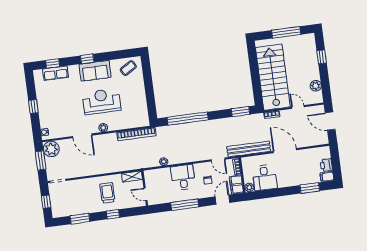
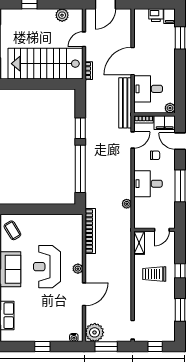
window: (241, 112) -> (80, 128), moved
desk: (265, 178) -> (148, 89), moved, turned 180

